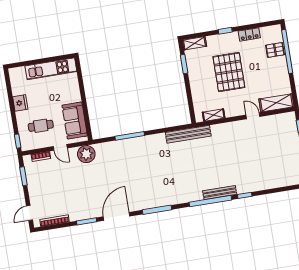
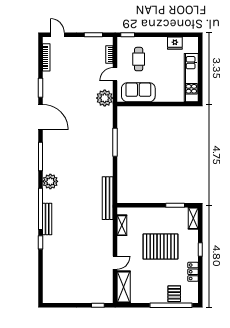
fridge: (20, 103) -> (175, 43), moved
plant: (181, 196) -> (50, 181), added

